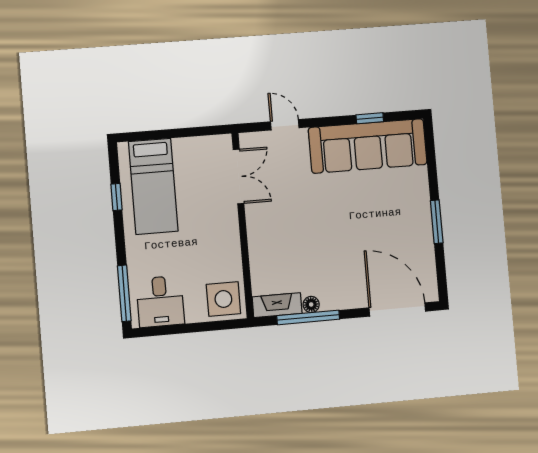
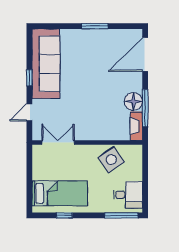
window: (370, 118) -> (29, 78), moved
side table: (223, 299) -> (111, 160), moved, turned -35
floor lamp: (311, 304) -> (133, 101), width x1.89, depth x1.89

